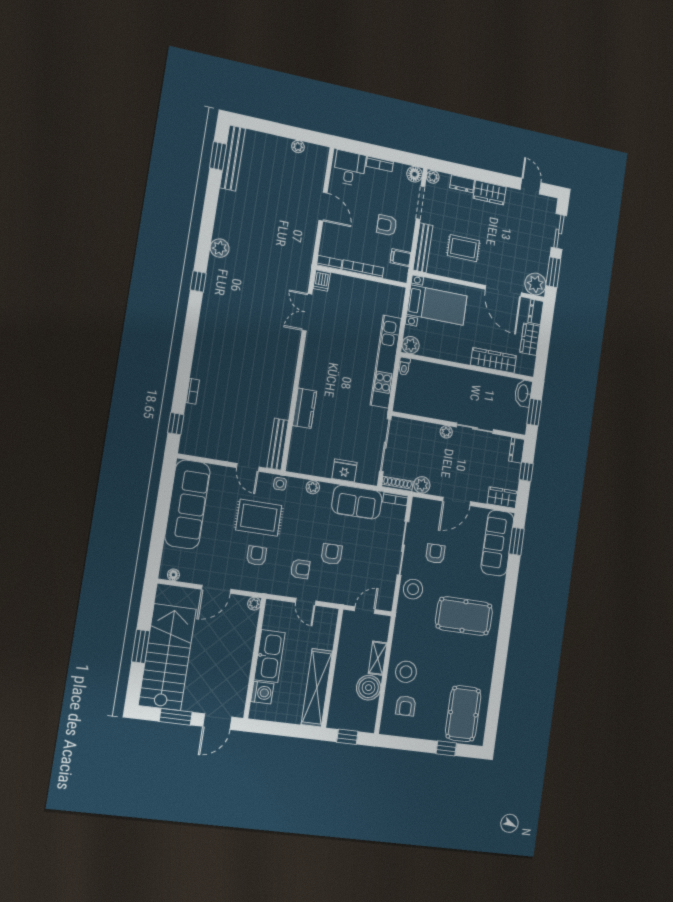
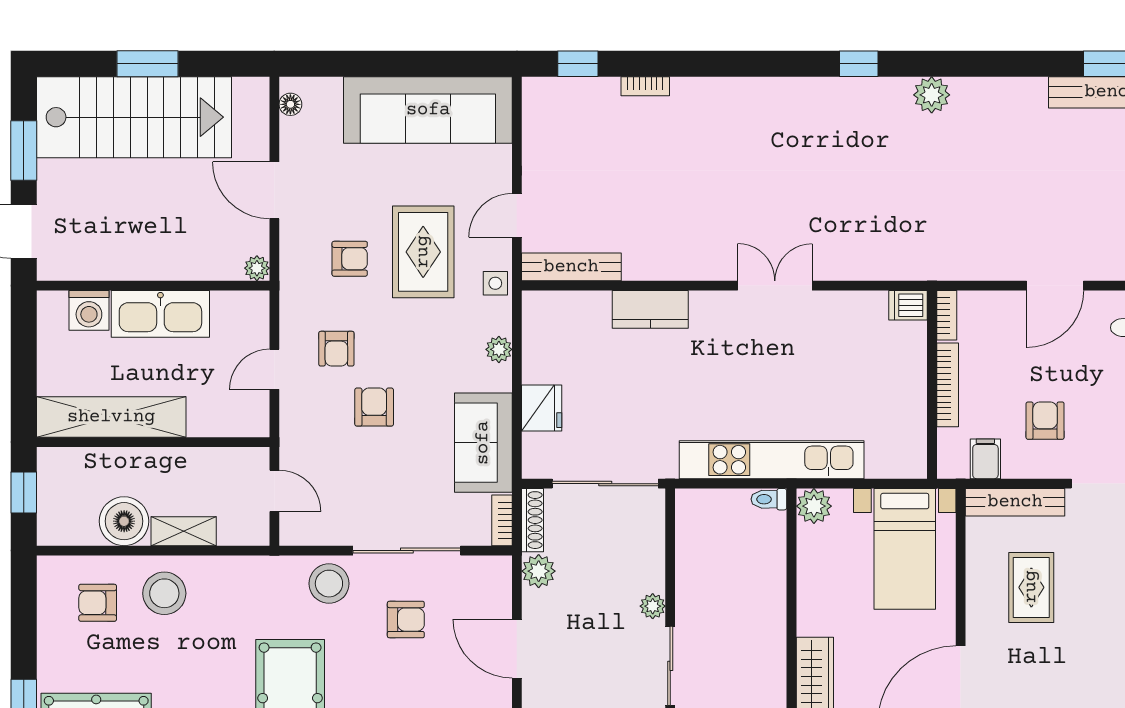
double door: (307, 312) -> (775, 286), moved
armchair: (332, 554) -> (374, 407), turned -90

